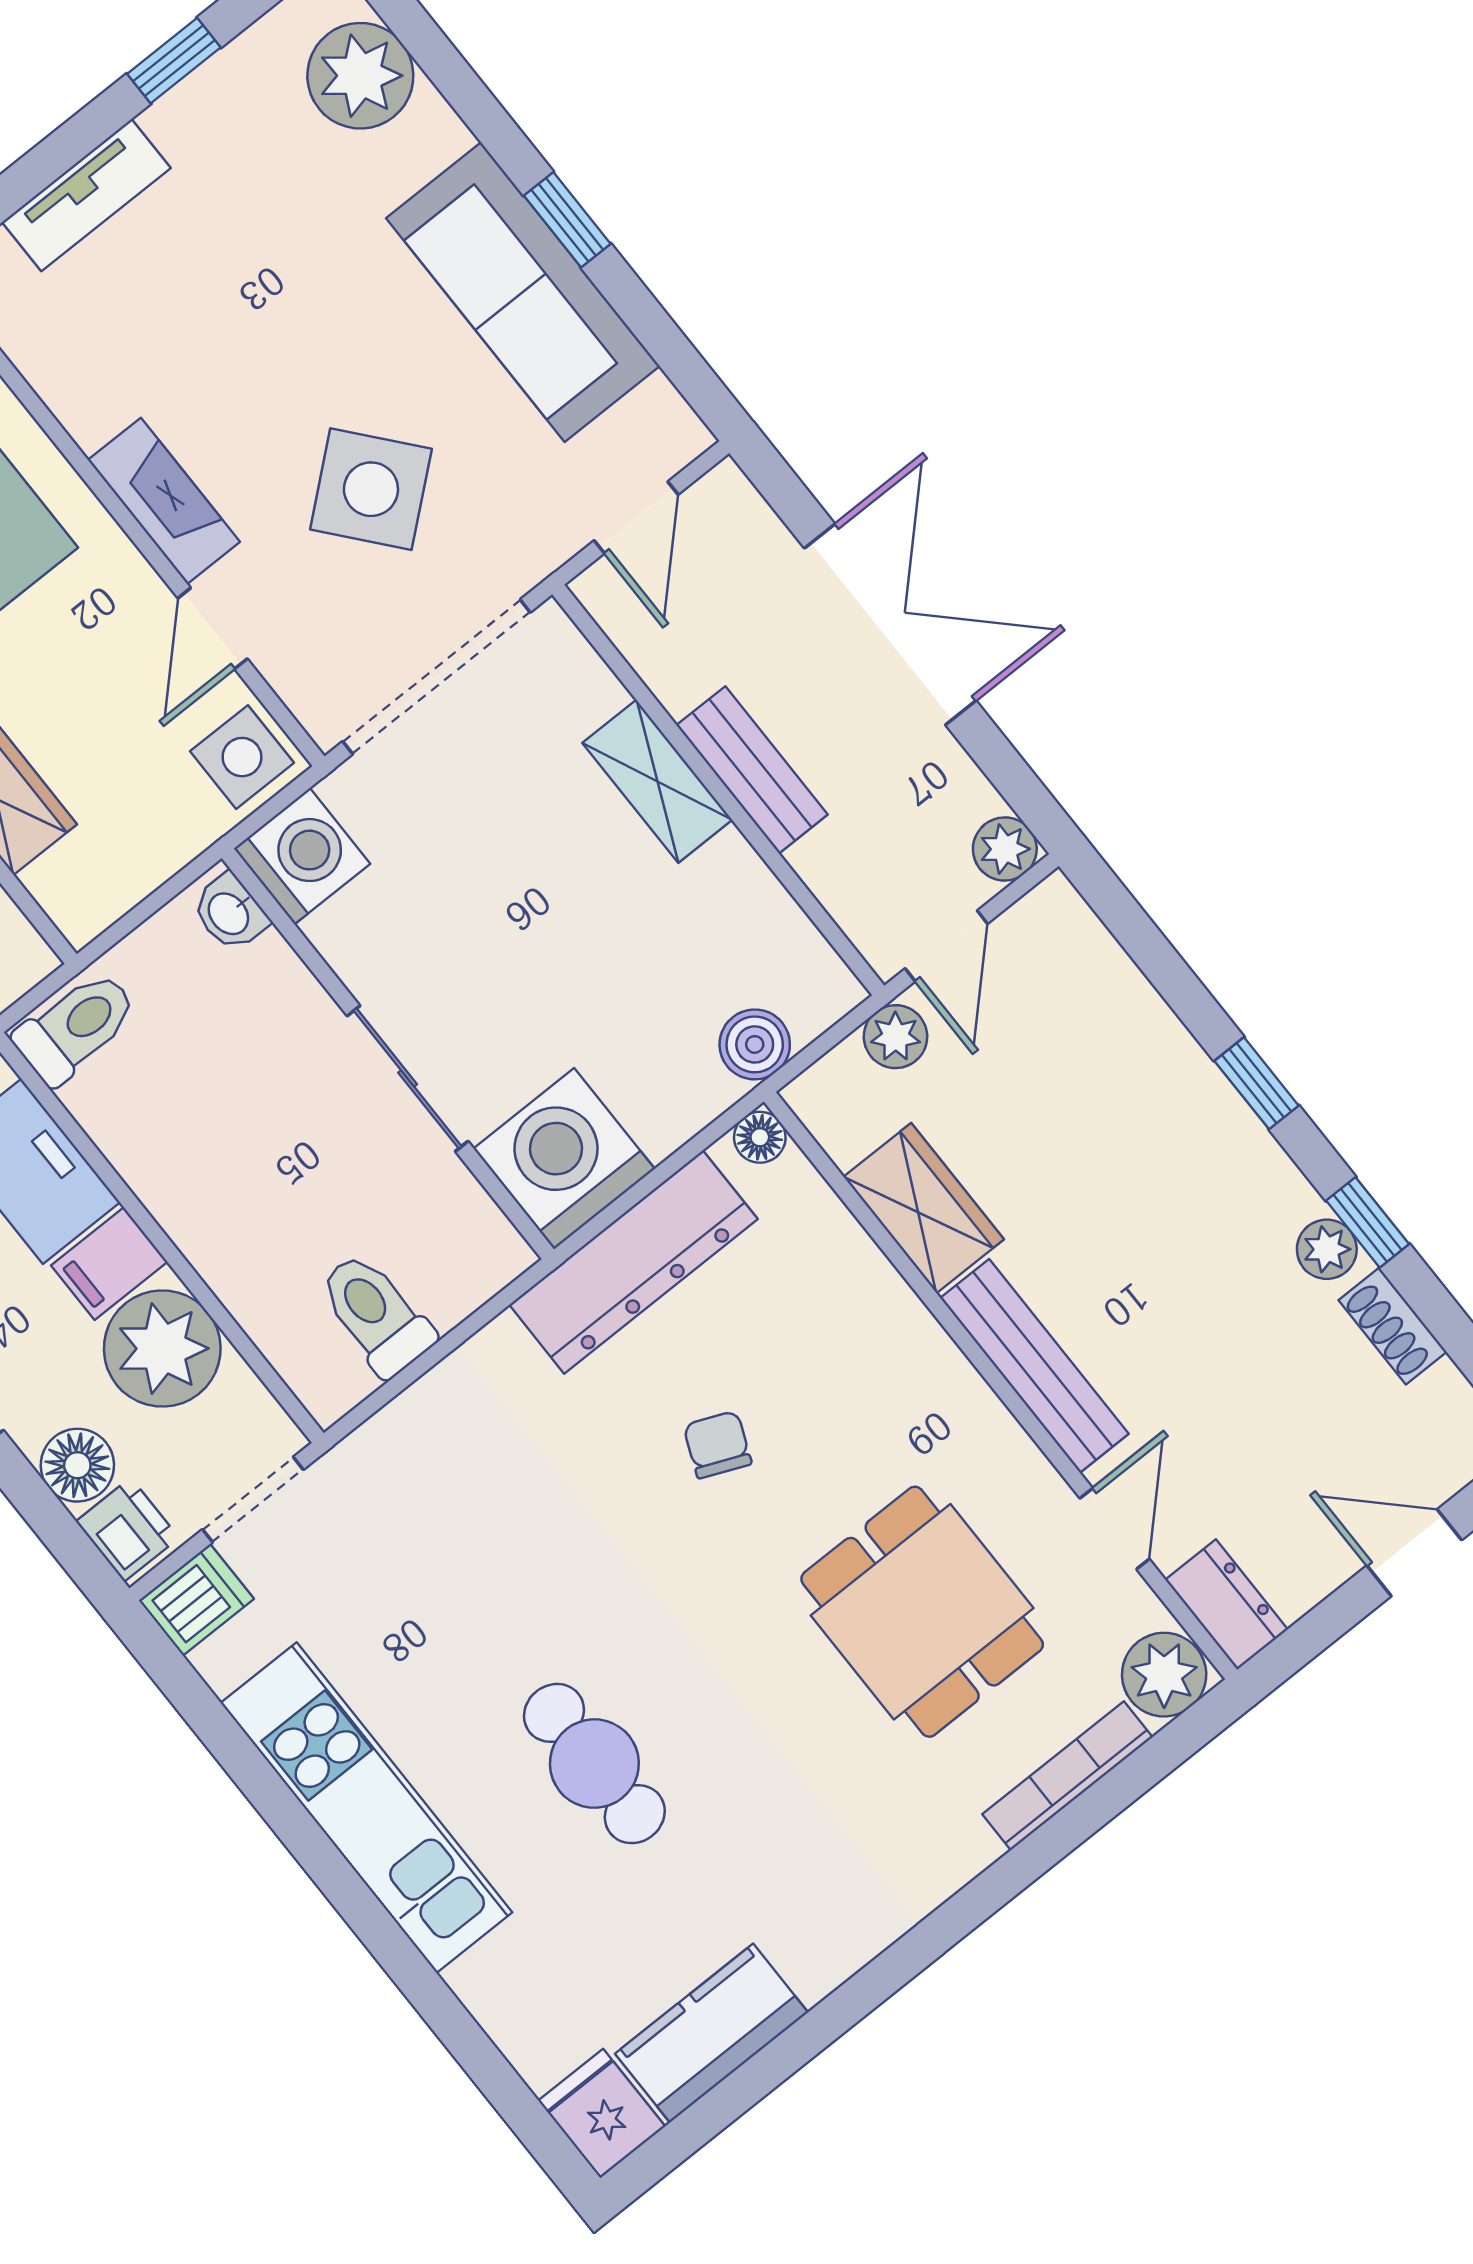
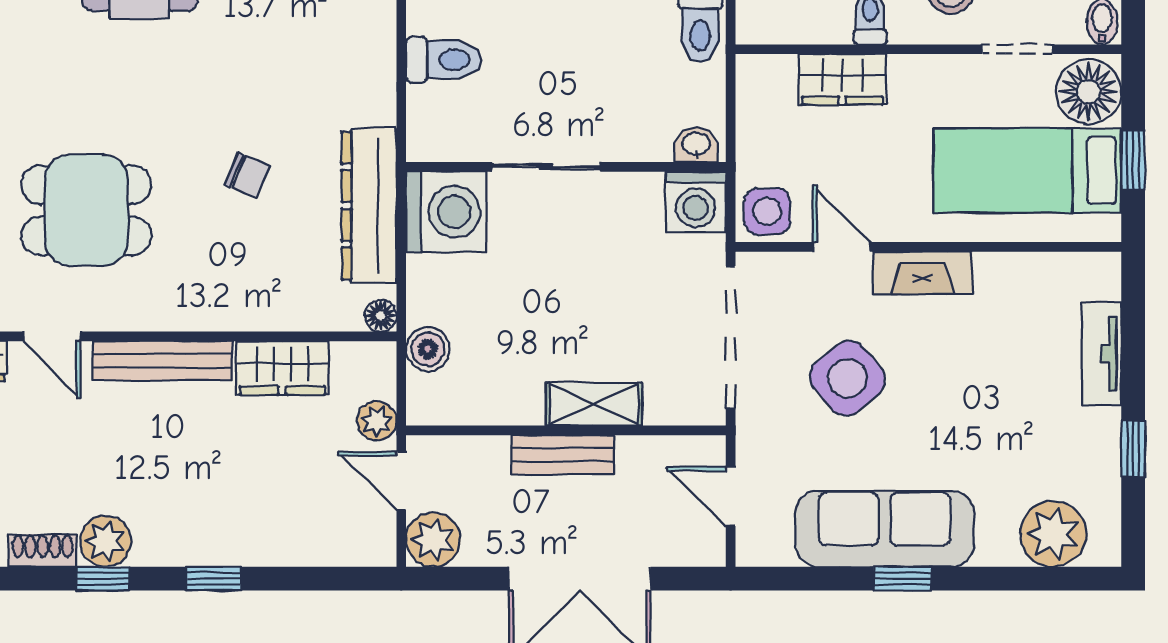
plant: (1005, 849) -> (433, 540), width x1.38, depth x1.38
plant: (1327, 1249) -> (106, 541), width x1.38, depth x1.38

